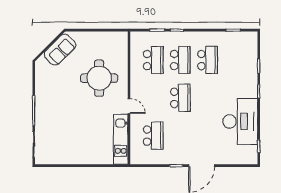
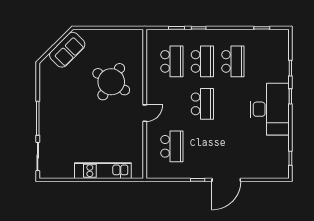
round table: (99, 78) -> (111, 82), turned 32
door: (129, 106) -> (145, 113), hinge flipped
desk: (240, 121) -> (270, 109), moved
kitchen unit: (121, 139) -> (103, 171), moved, turned 90

